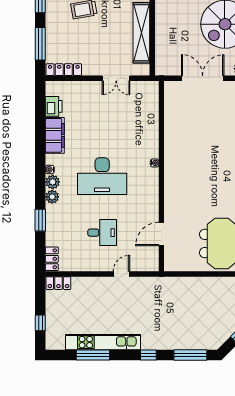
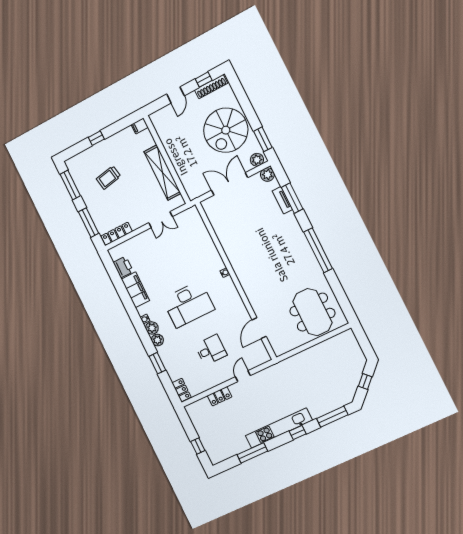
locker: (58, 283) -> (220, 396), moved
kitchen unit: (103, 342) -> (279, 428), moved

